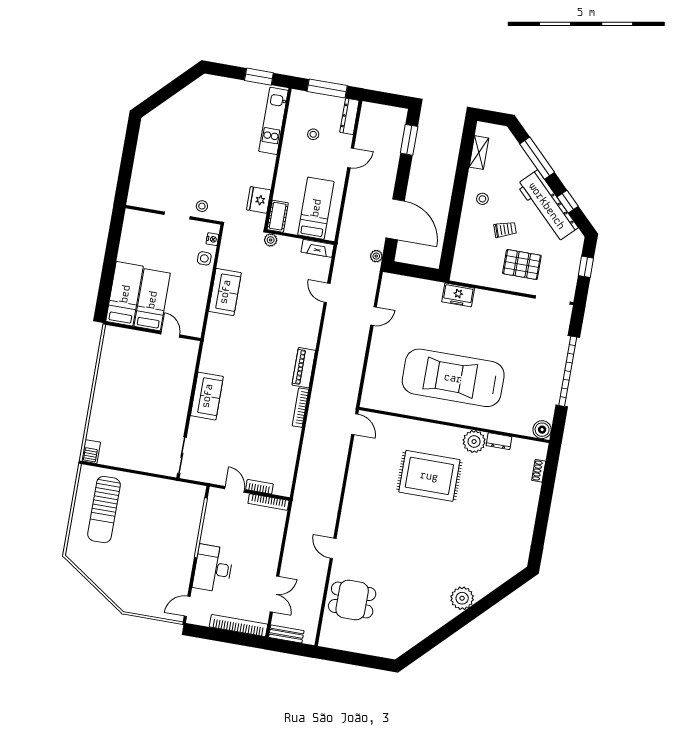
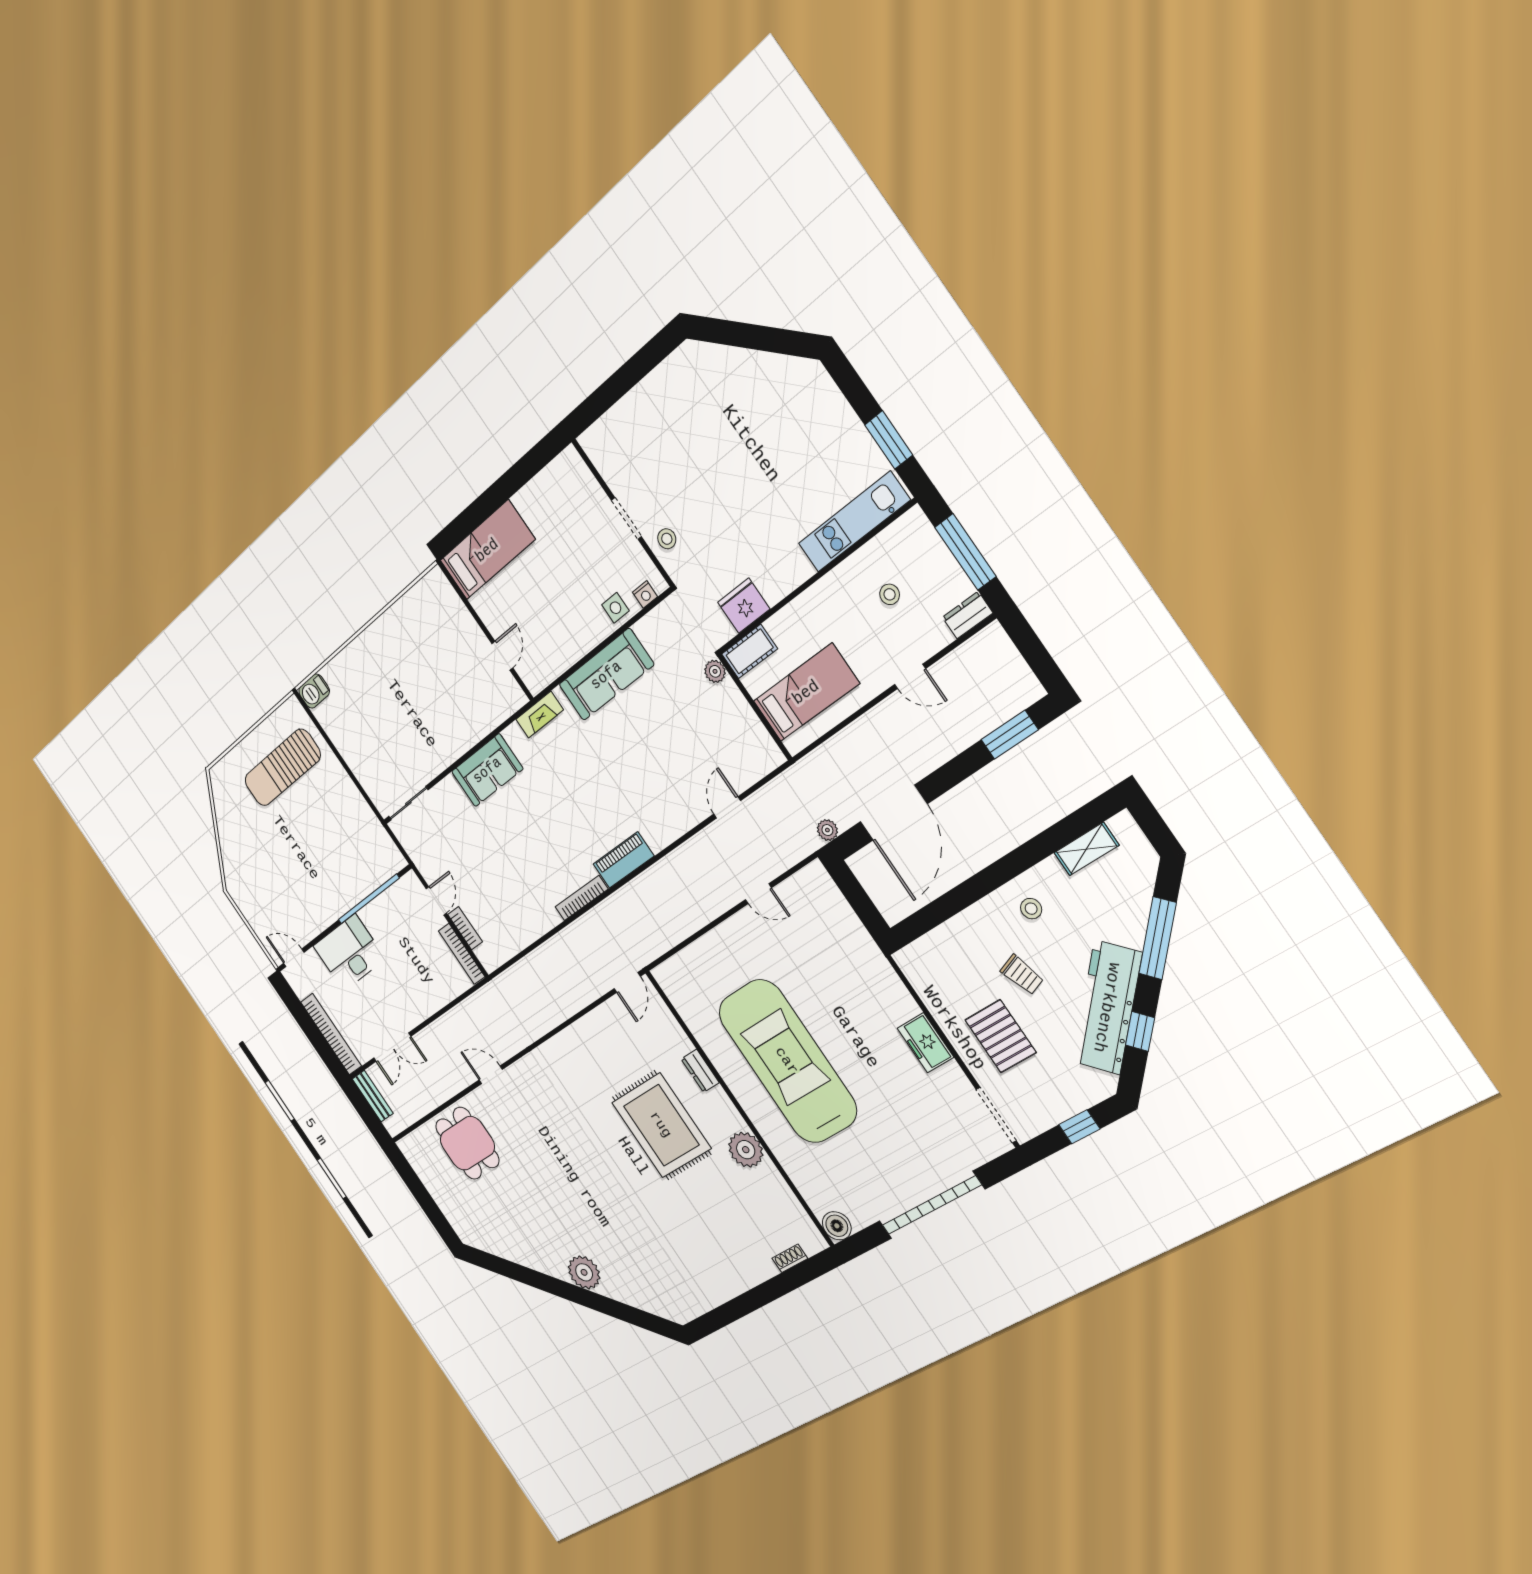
dresser: (349, 116) -> (968, 615), width x0.70
fireplace: (317, 248) -> (540, 715), moved, turned -90
sofa: (225, 292) -> (606, 675), width x1.36
freezer: (458, 295) -> (926, 1043), moved
bed: (152, 300) -> (514, 592), removed
dresser: (499, 441) -> (700, 1071), moved
door: (333, 548) -> (491, 1075), hinge flipped

